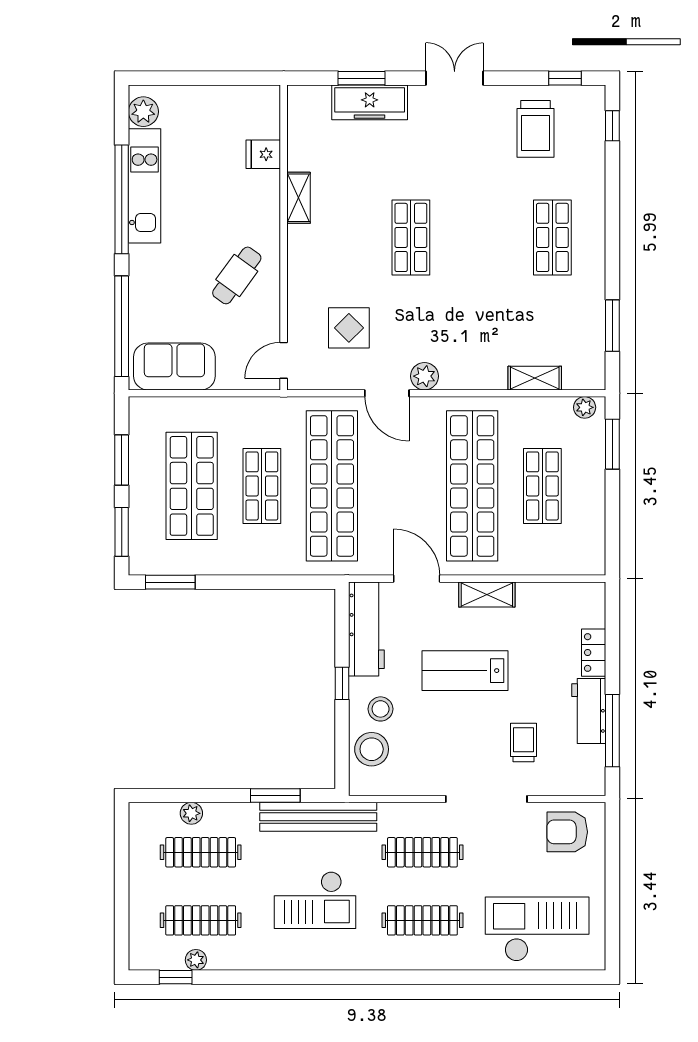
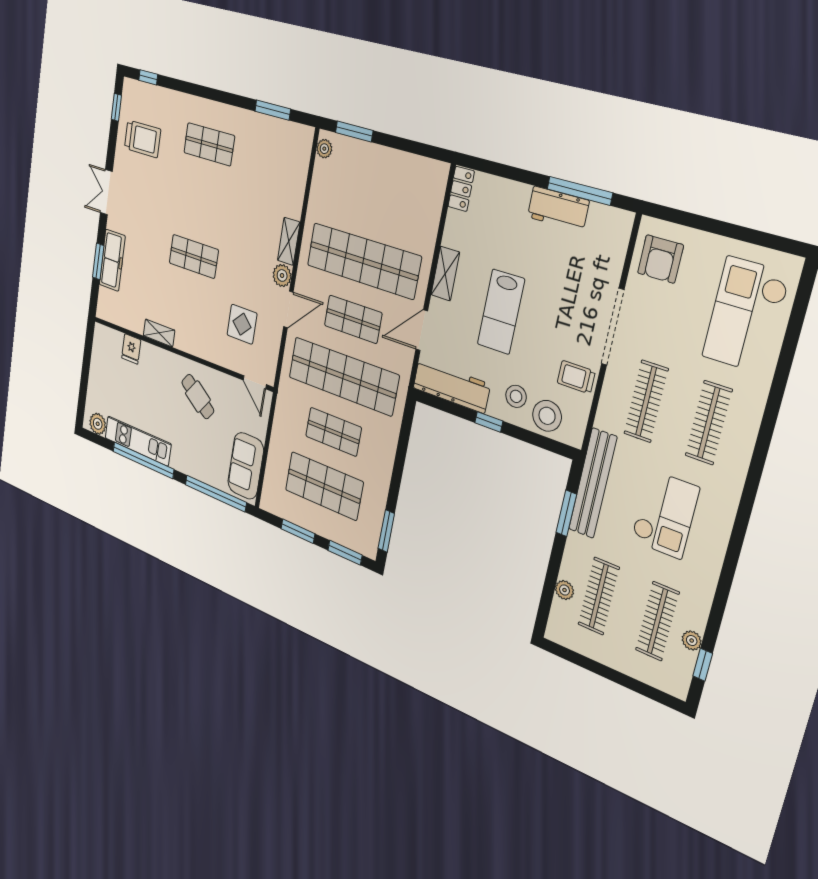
shelving: (535, 378) -> (289, 241), moved
shop shelf: (542, 486) -> (353, 319), moved
locker: (594, 653) -> (461, 189), moved, turned -90
trolley: (524, 742) -> (576, 377), moved

